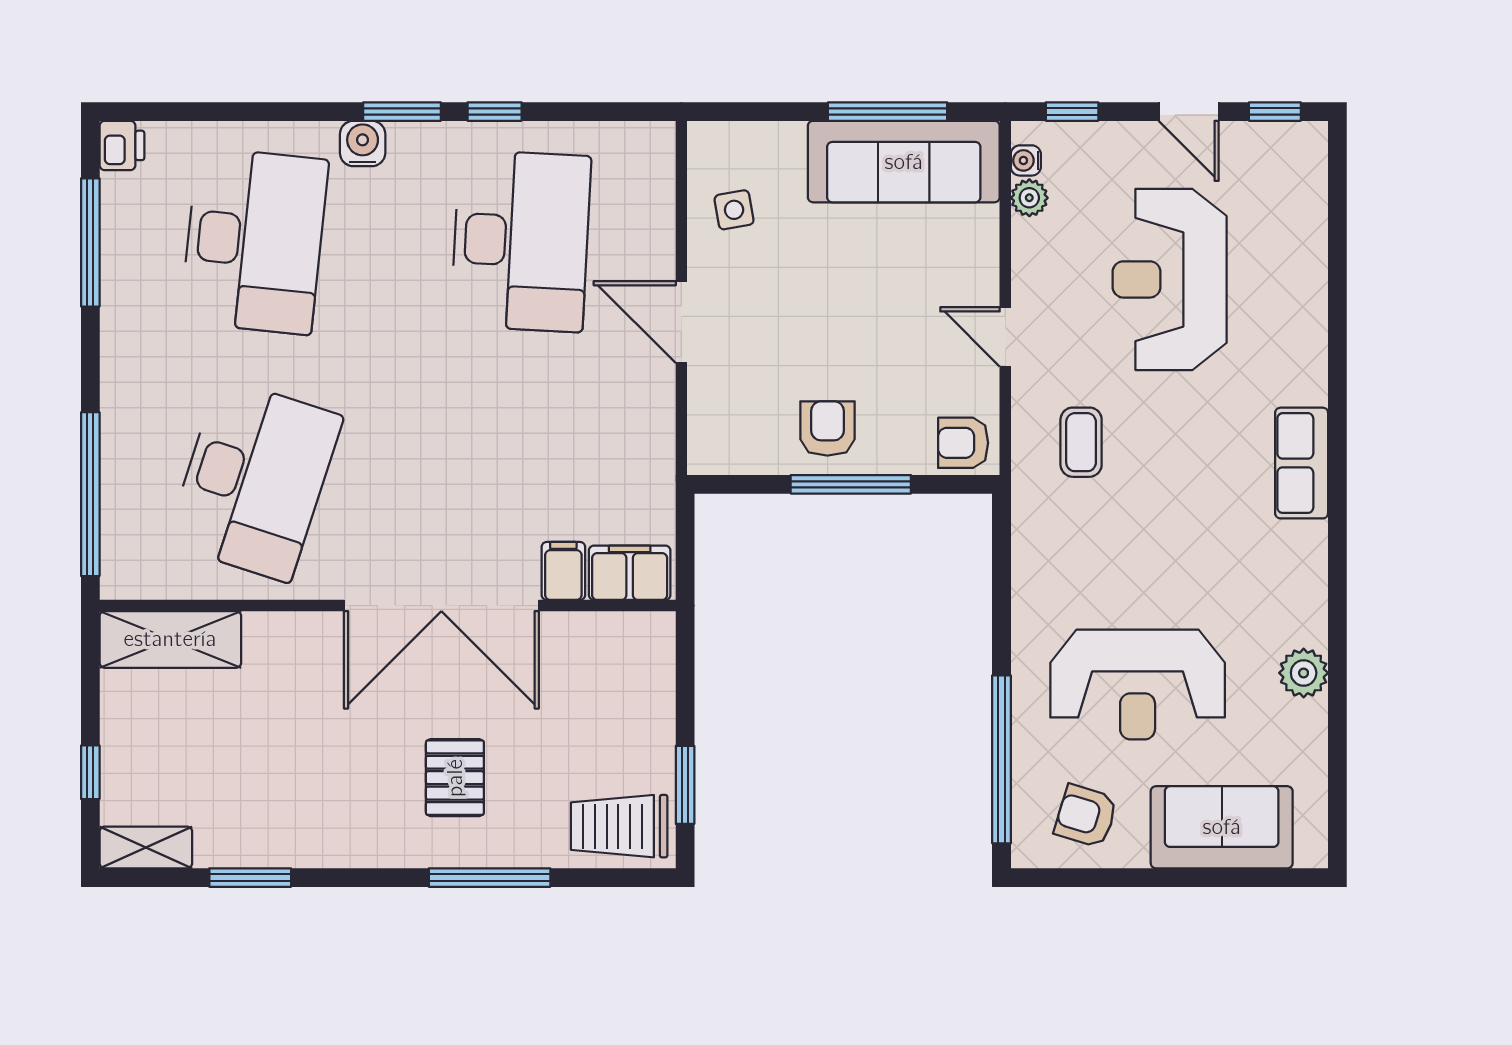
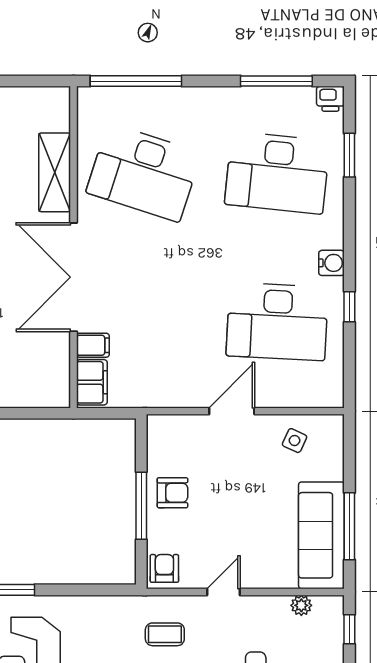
window: (402, 112) -> (349, 155), moved
water cooler: (363, 143) -> (332, 263), moved
water cooler: (1026, 160) -> (322, 603), removed
side table: (734, 210) -> (295, 441), turned 35
shelving: (170, 639) -> (55, 172), moved

